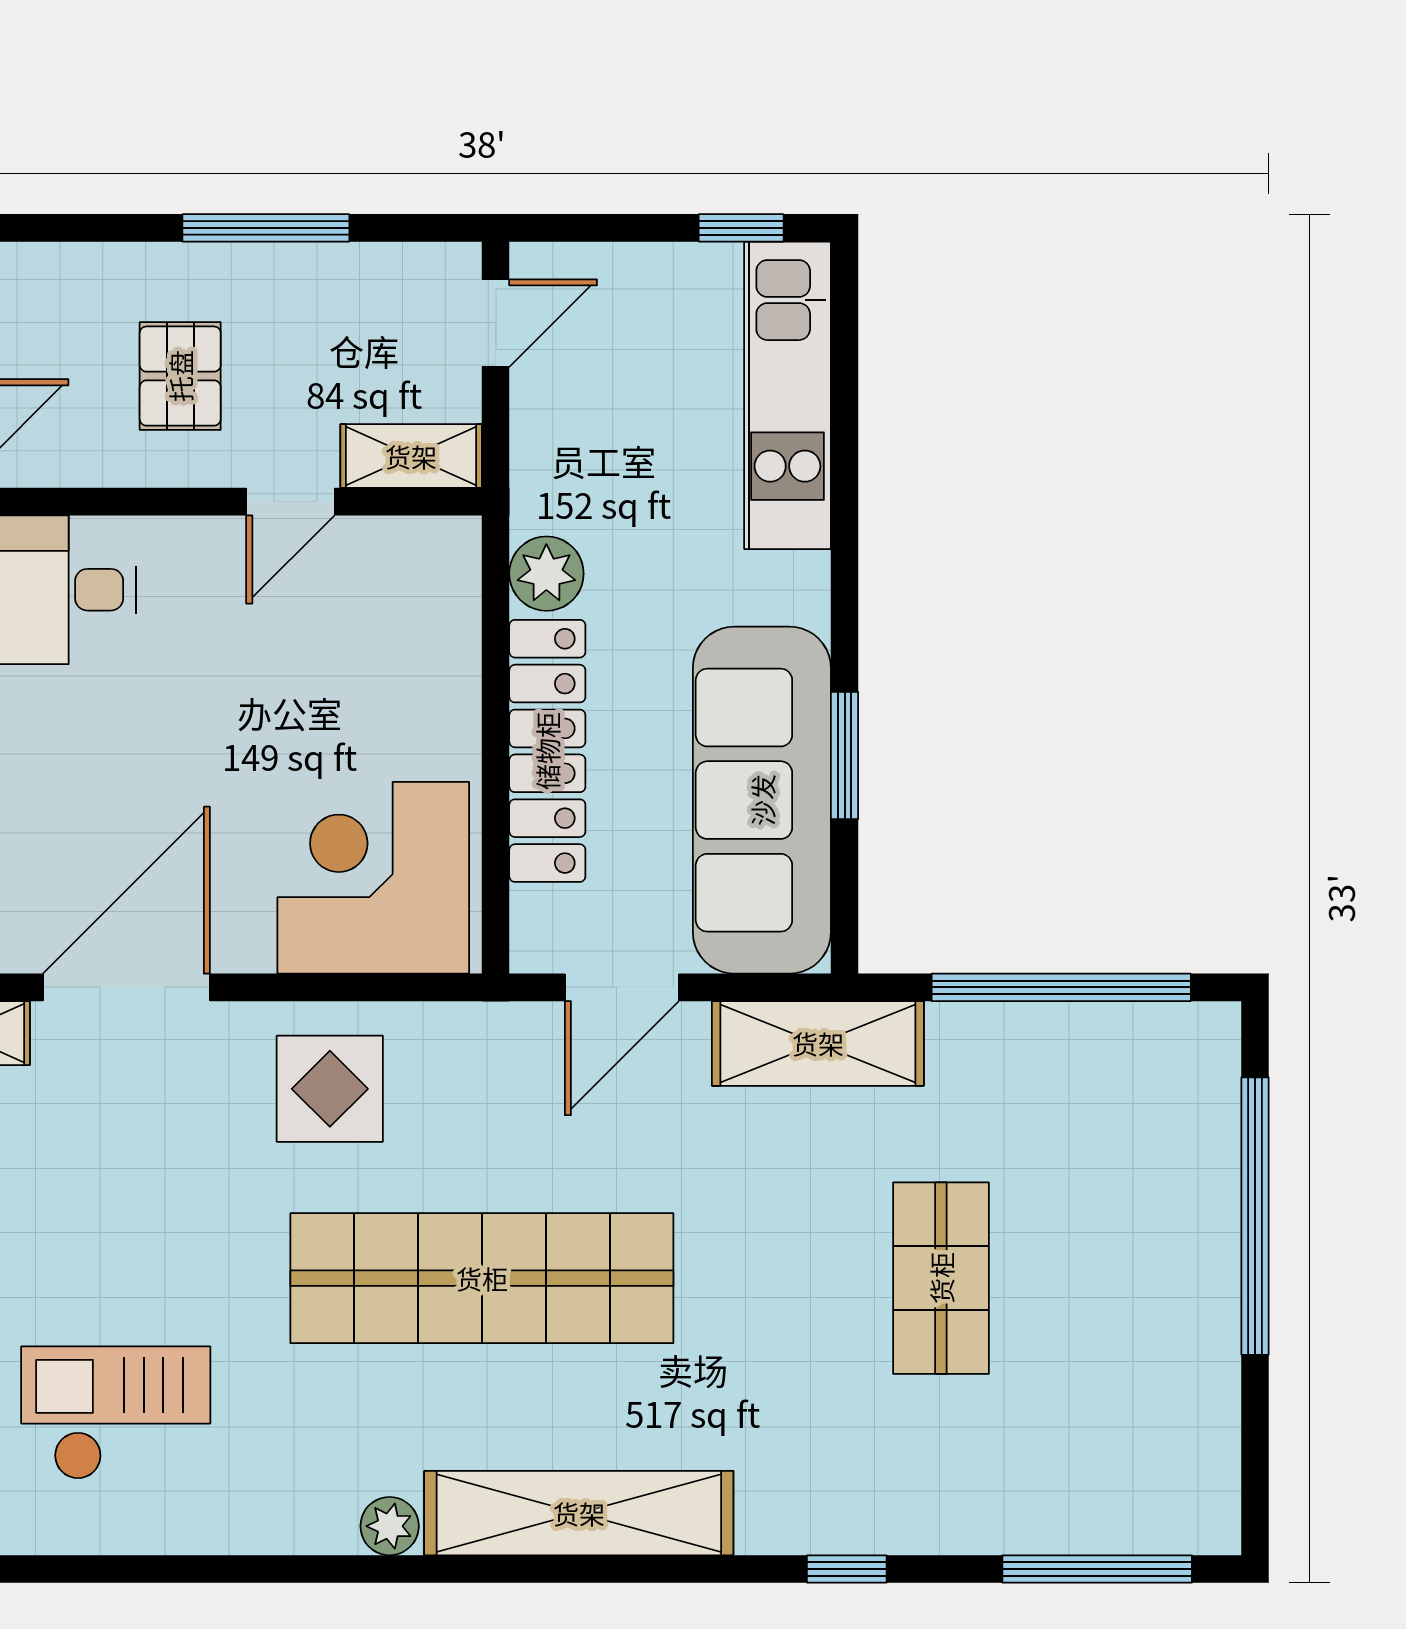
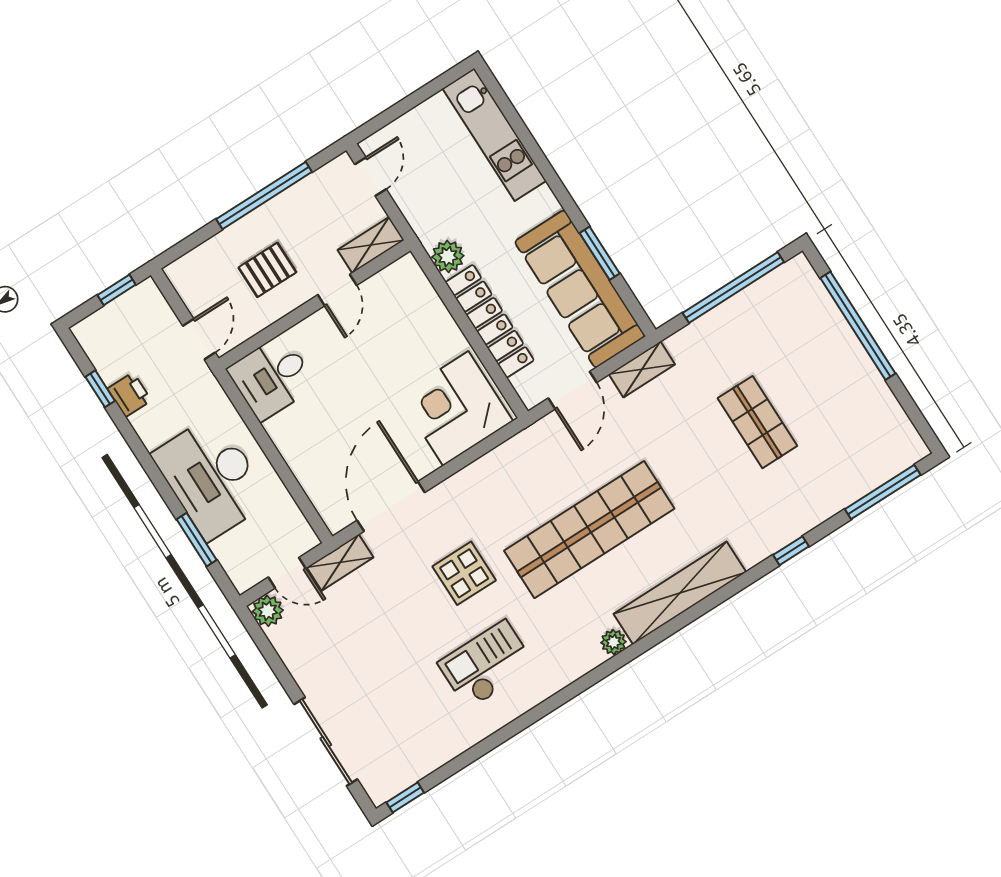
window: (266, 228) -> (264, 196), width x1.46
window: (741, 228) -> (438, 84), removed
pallet: (180, 376) -> (267, 270), turned 90
shelving: (818, 1043) -> (642, 369), width x0.67, depth x0.75
display table: (330, 1089) -> (464, 573), moved

